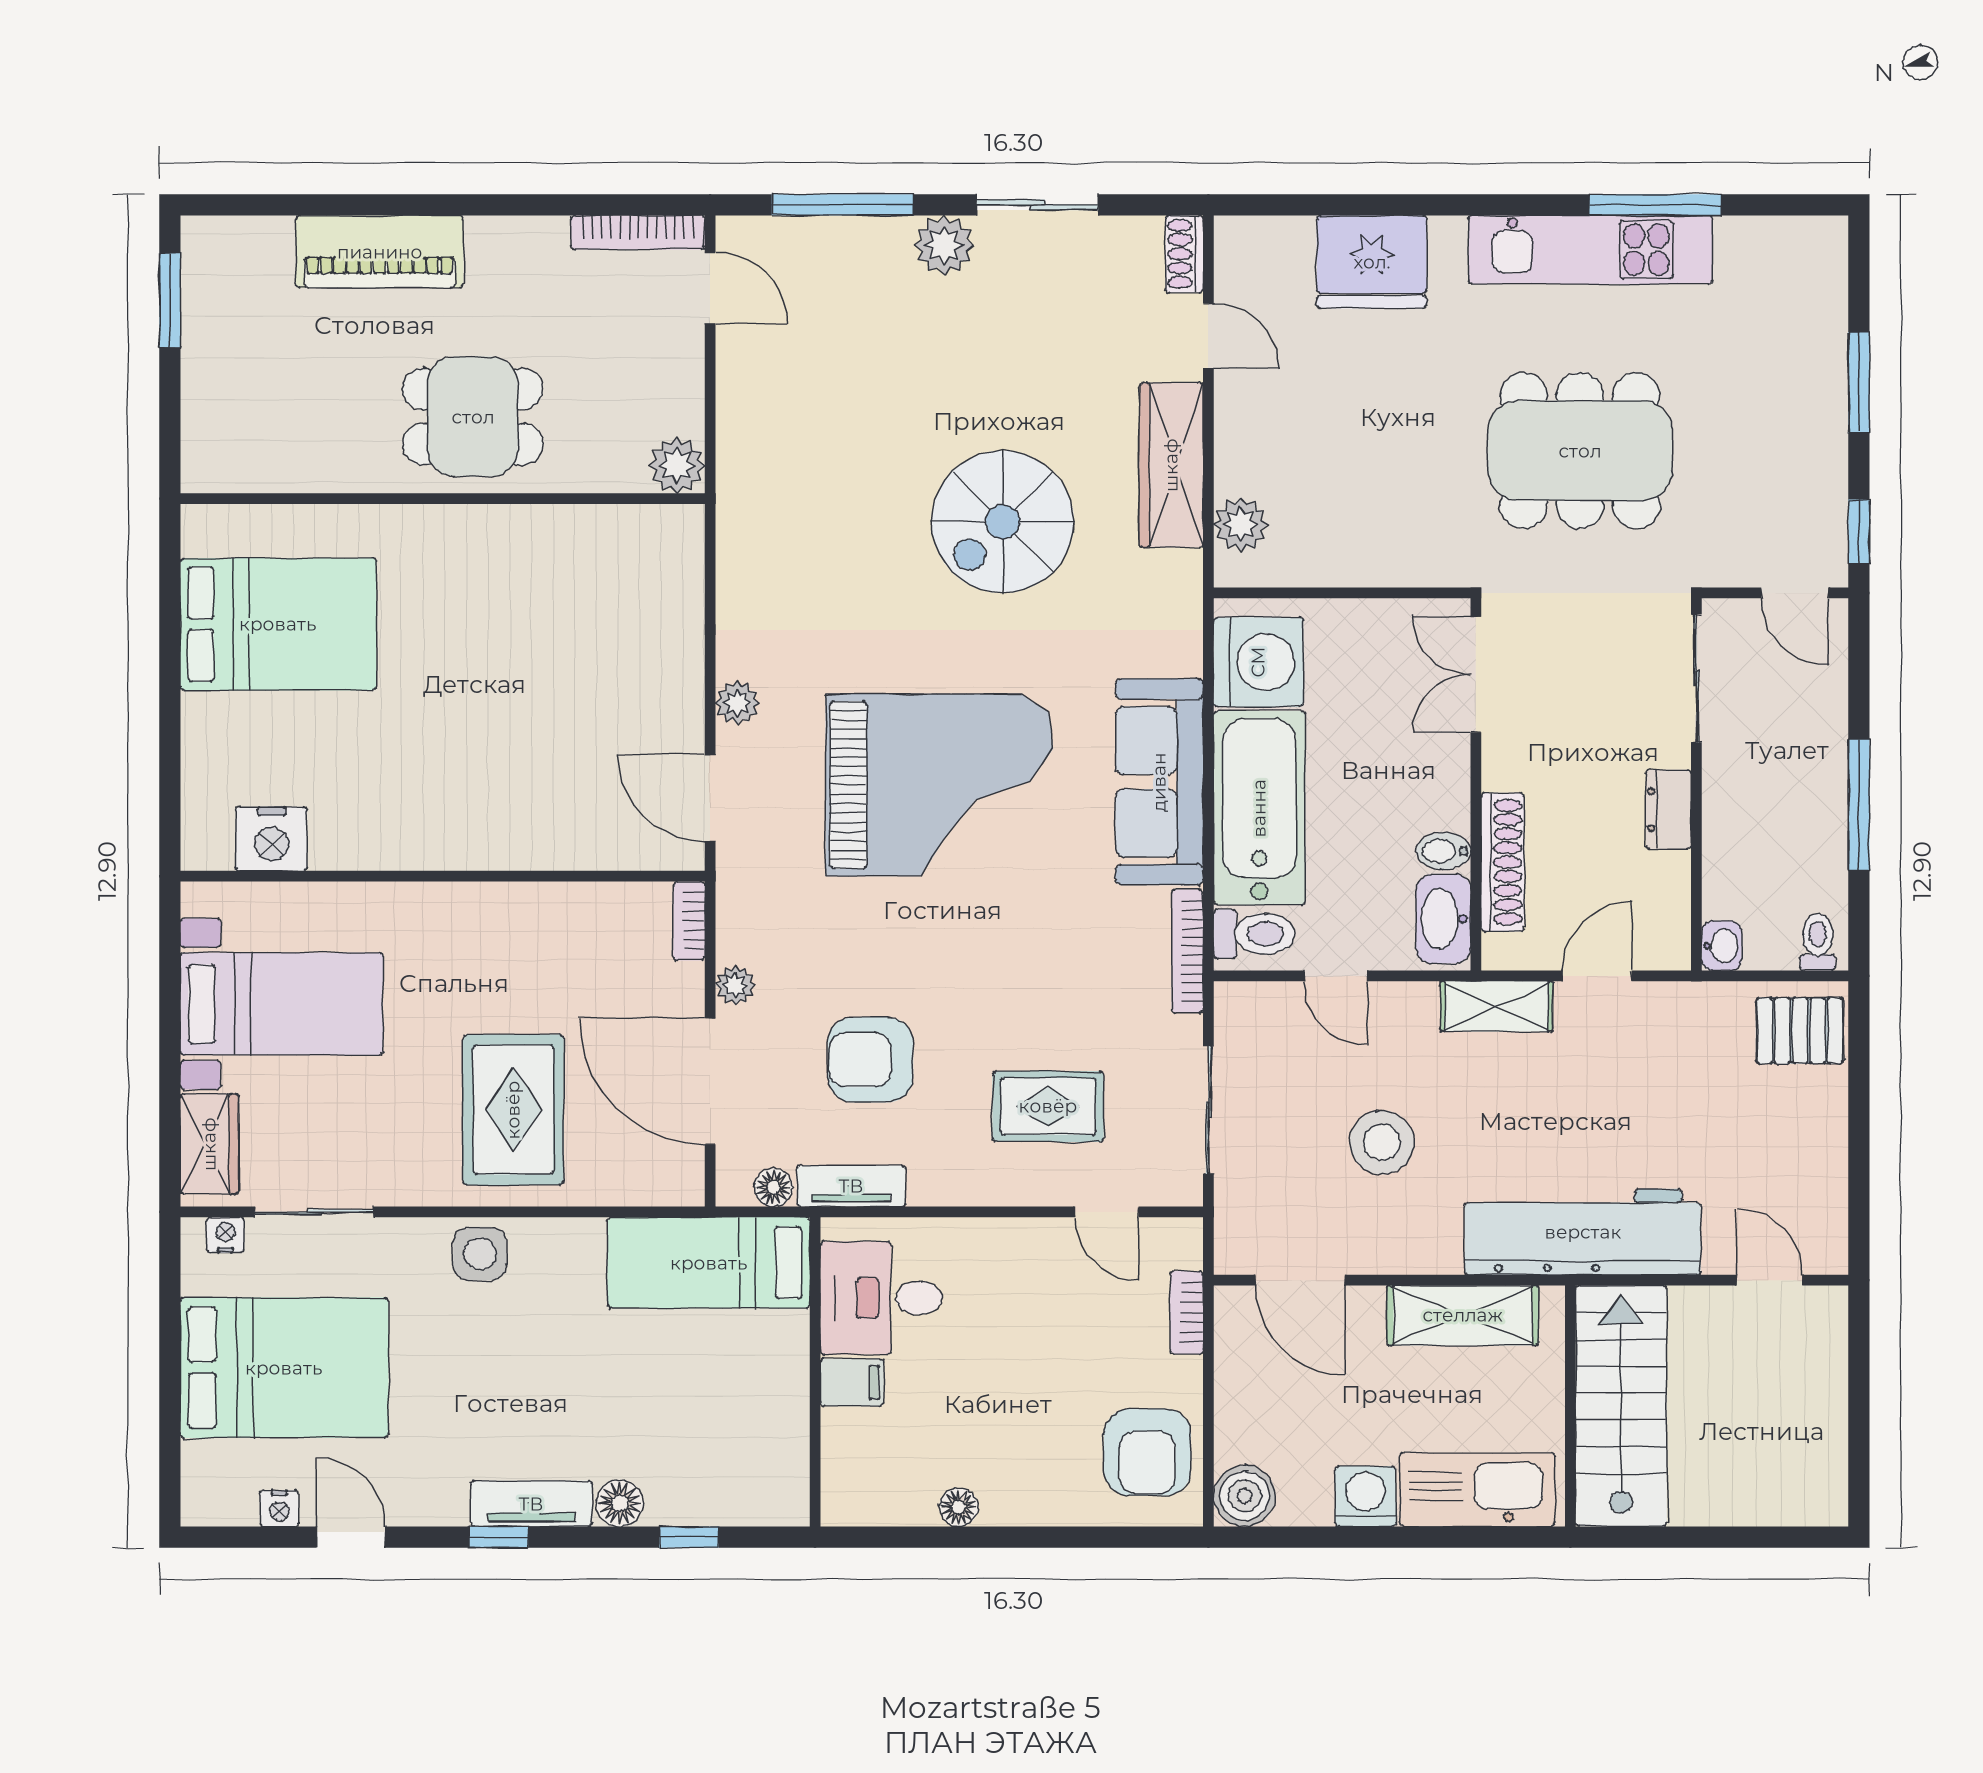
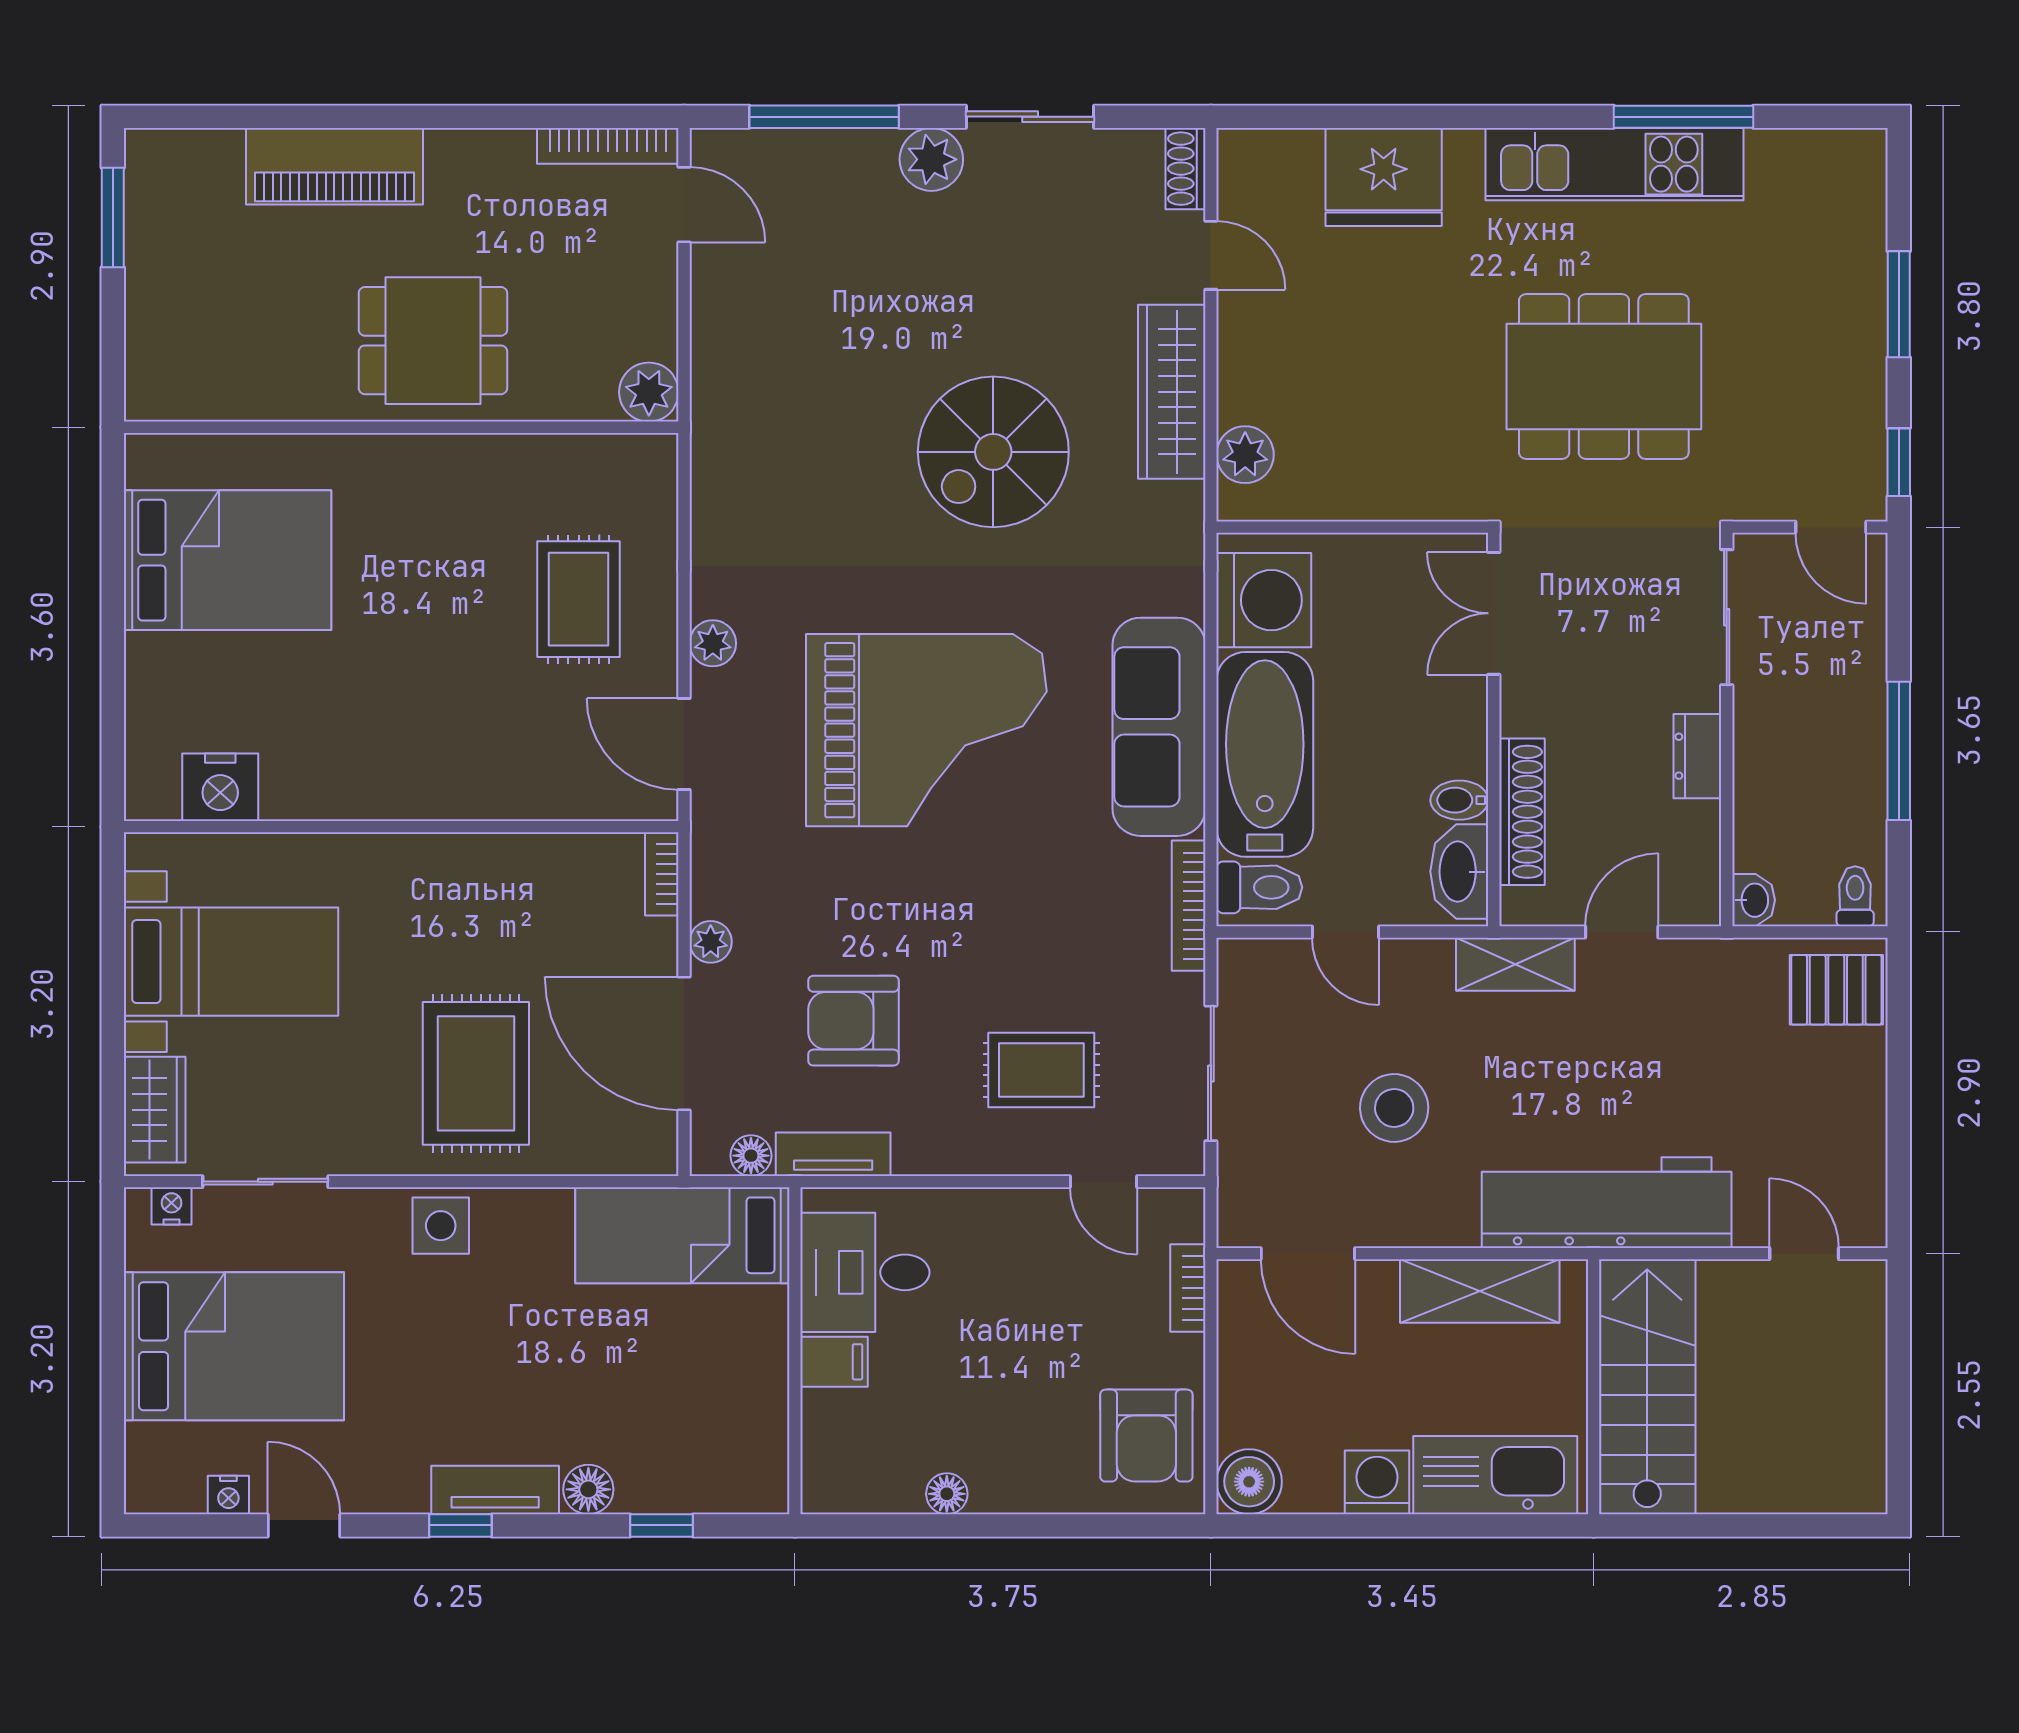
rug: (610, 661) -> (579, 599), added

